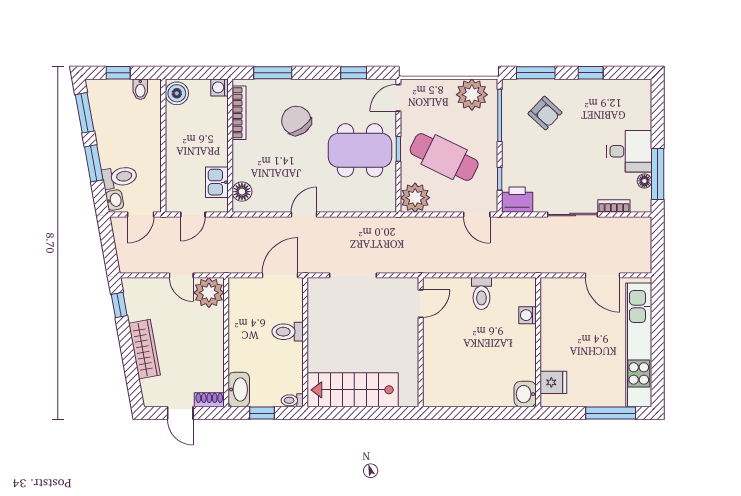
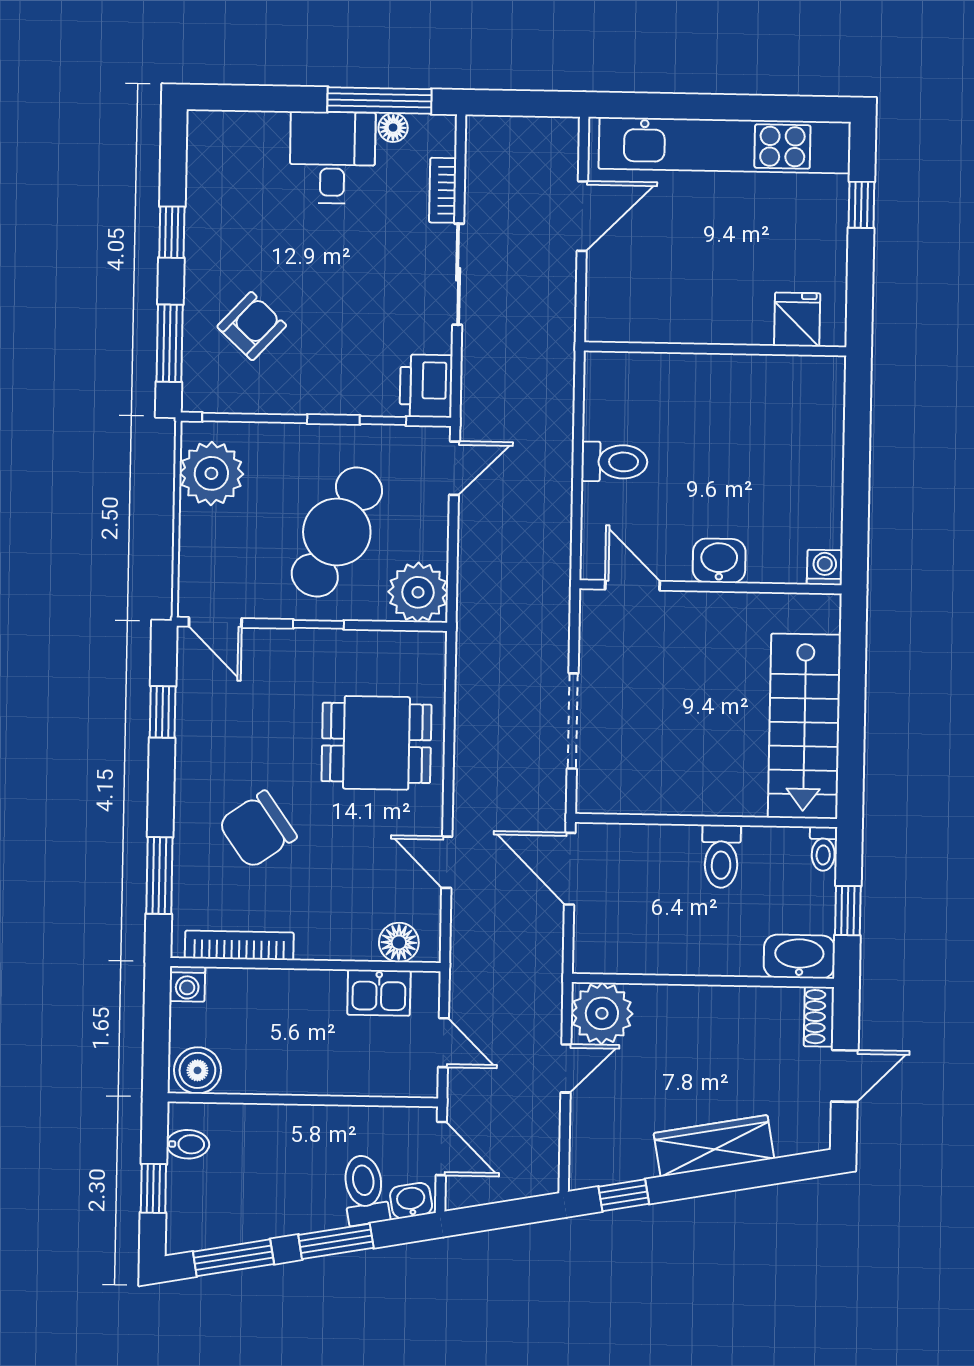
dining table: (360, 150) -> (376, 743), moved, width x0.73
door: (304, 215) -> (447, 862), moved
washing machine: (527, 315) -> (825, 567), moved, turned 180
toilet: (288, 332) -> (721, 856), moved
washbasin: (525, 394) -> (719, 561), moved, turned 180
window: (611, 413) -> (861, 205), width x0.46

